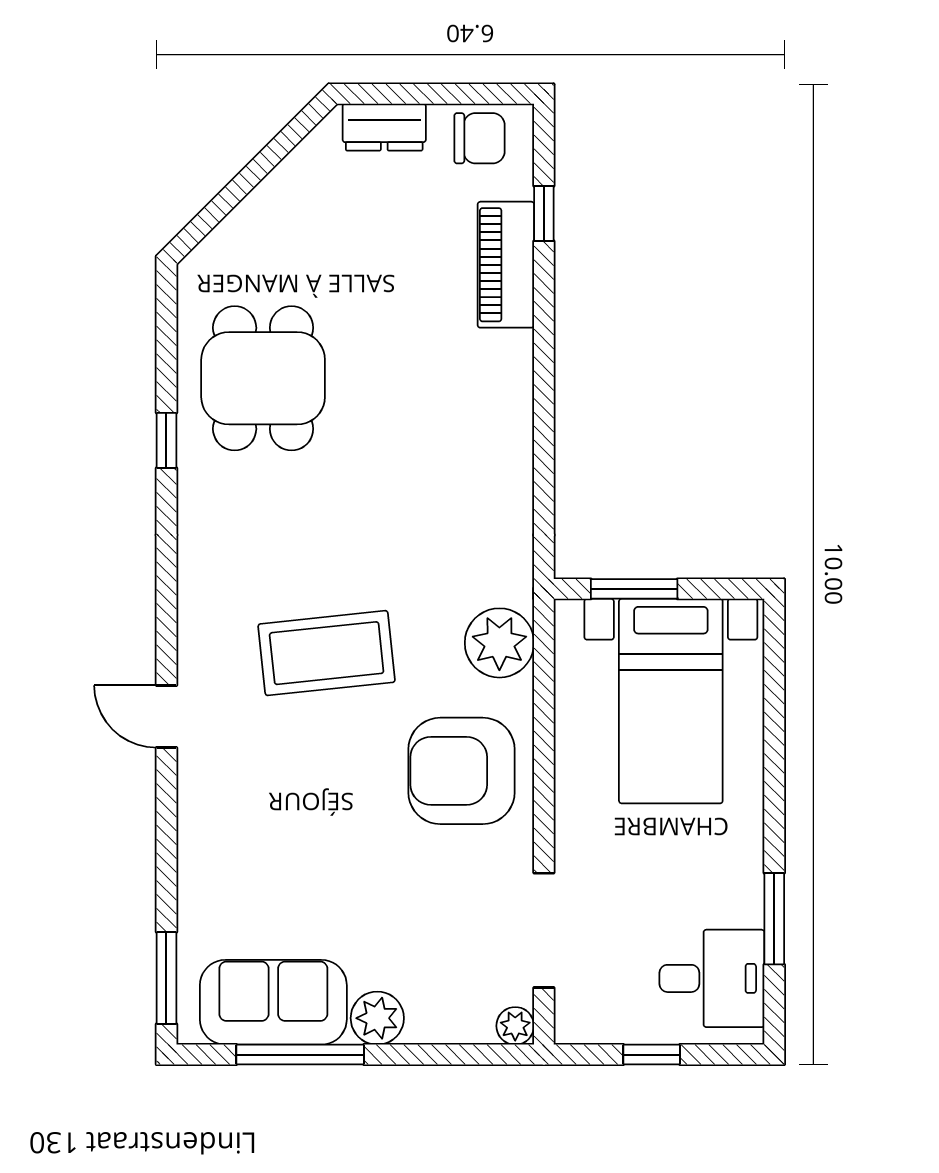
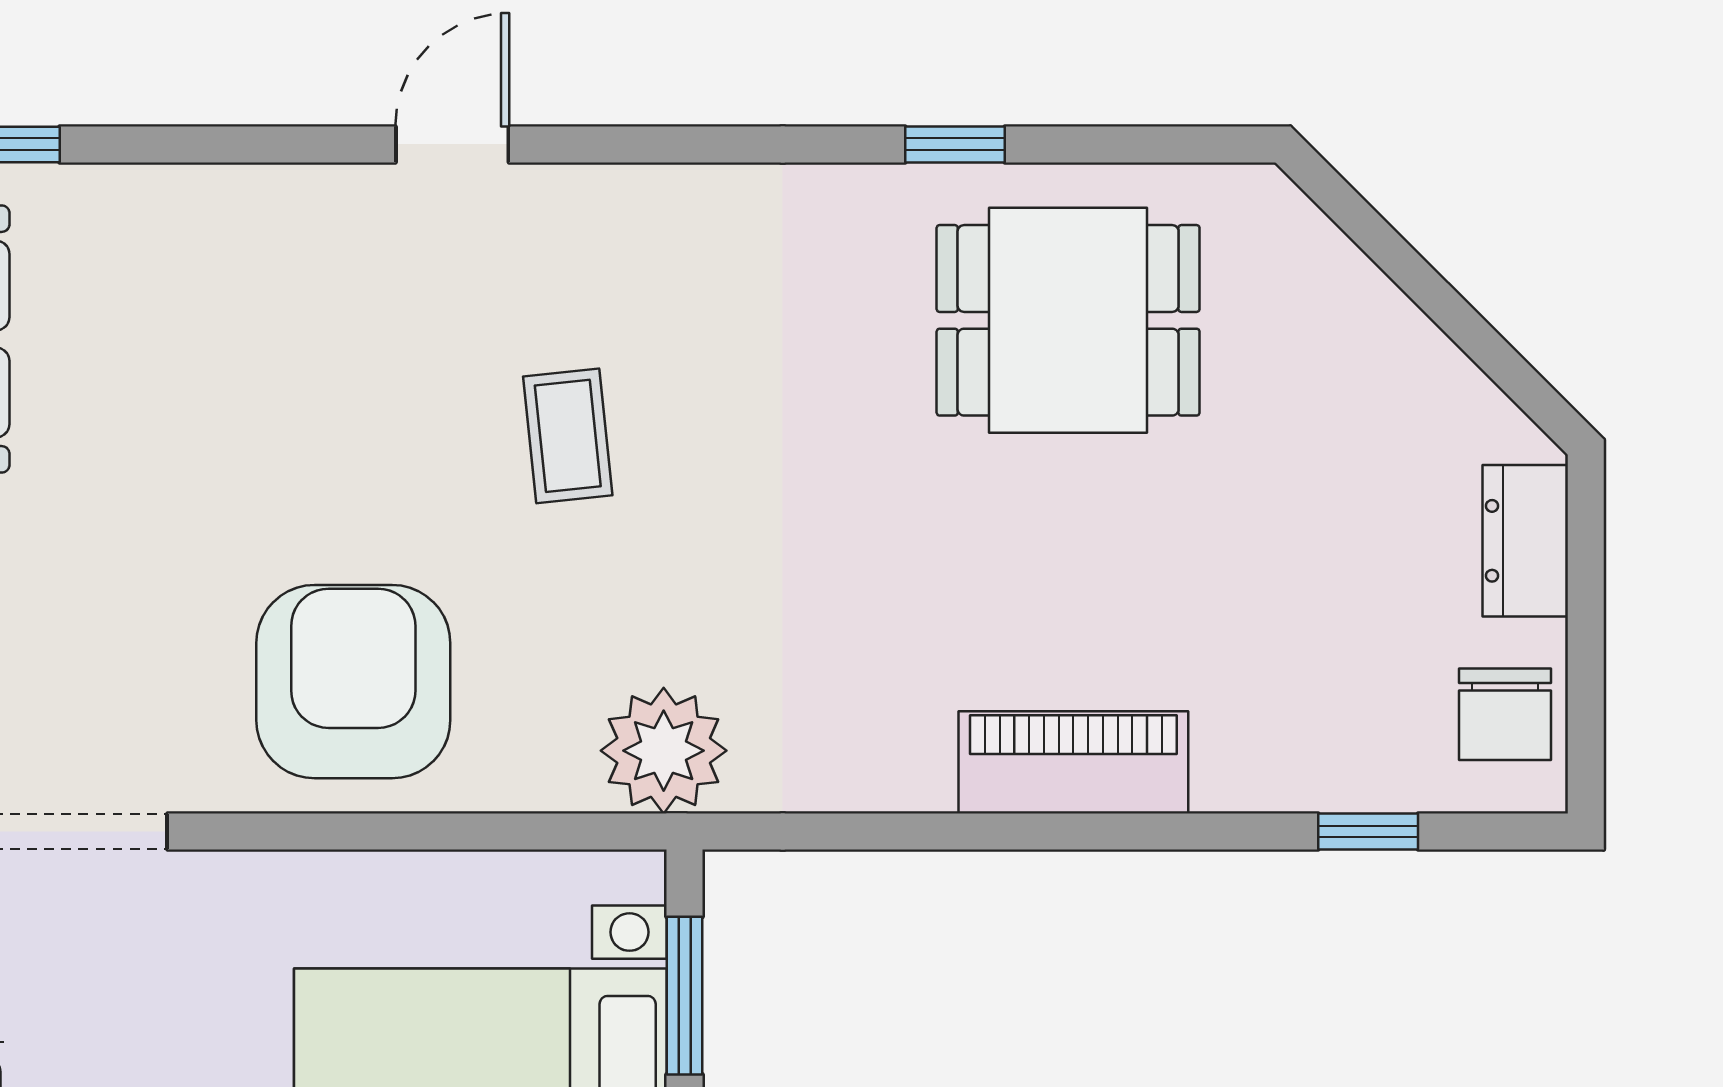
piano: (506, 265) -> (1073, 762), moved
plant: (499, 643) -> (664, 751), moved
coffee table: (327, 653) -> (568, 436), width x0.54, depth x0.58

